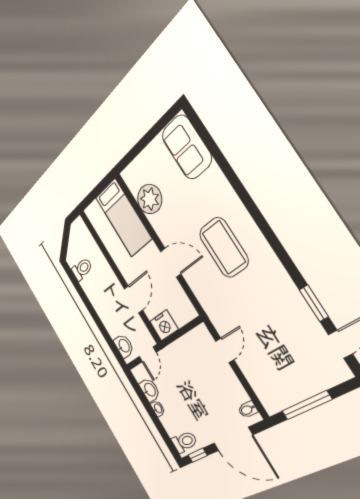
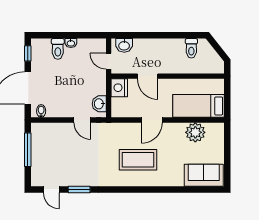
washbasin: (150, 390) -> (99, 104), moved, turned 90
toilet: (184, 442) -> (58, 49), moved

